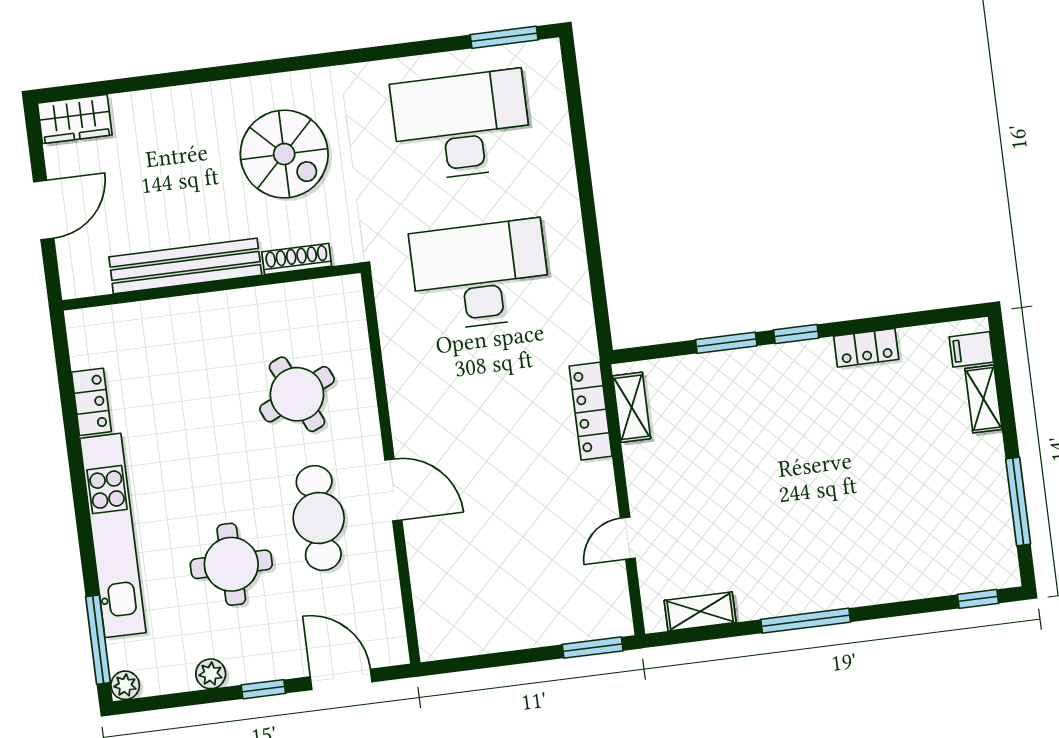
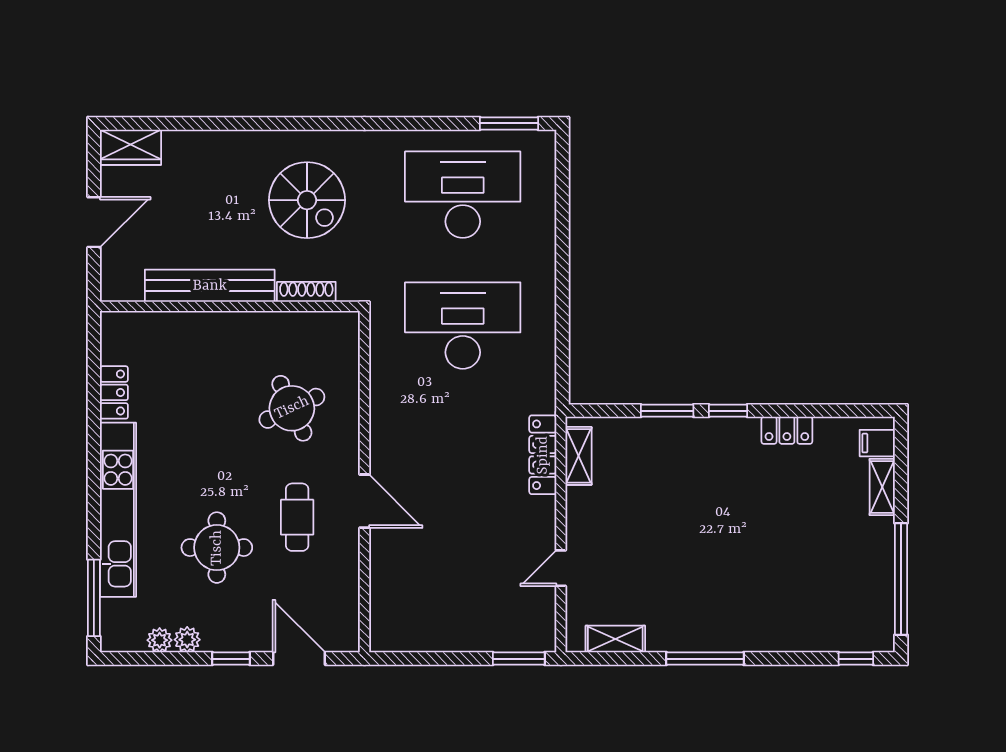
window: (1018, 501) -> (901, 579), width x1.46
cafe table: (319, 518) -> (297, 517), width x0.73, depth x0.74
plant: (125, 685) -> (160, 640), moved

